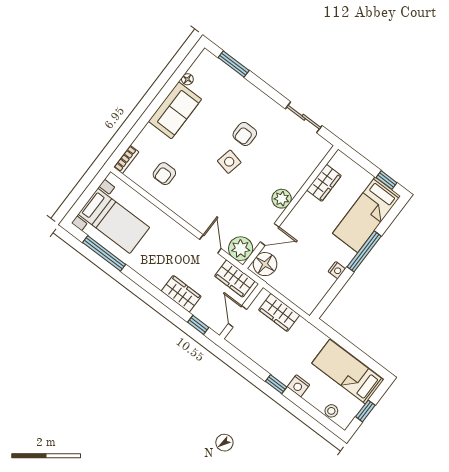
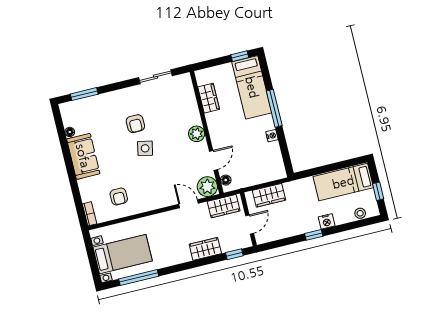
floor lamp: (265, 264) -> (226, 180), width x0.53, depth x0.53
door: (237, 317) -> (250, 224), swing flipped

